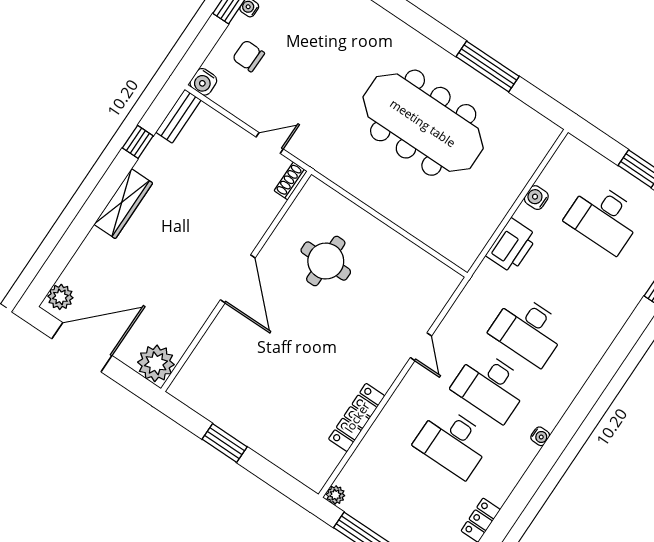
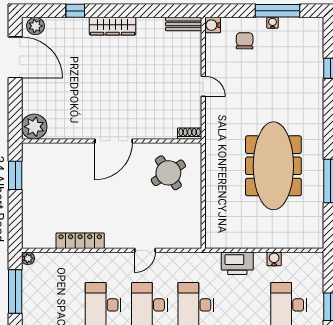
window: (138, 142) -> (75, 11), moved
shoe rack: (291, 181) -> (190, 134), moved
round table: (326, 261) -> (168, 173), moved, turned -33
door: (238, 279) -> (114, 141), moved
wall: (236, 281) -> (112, 141), moved
plant: (156, 363) -> (34, 127), moved

